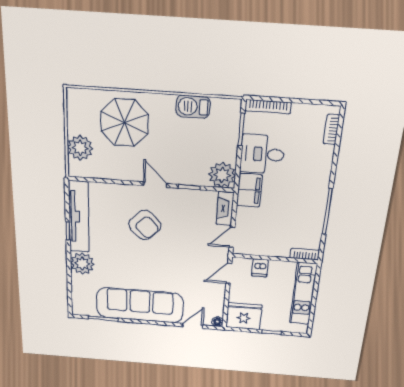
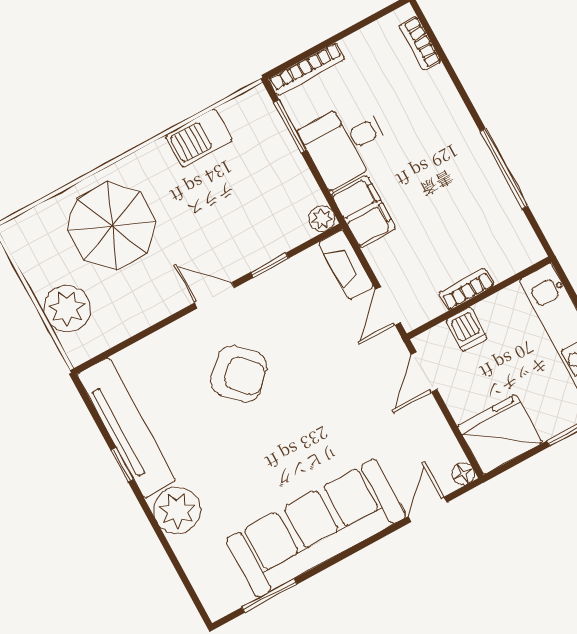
plant: (222, 175) -> (322, 218), width x0.53, depth x0.53
bookcase: (305, 254) -> (467, 289), moved

